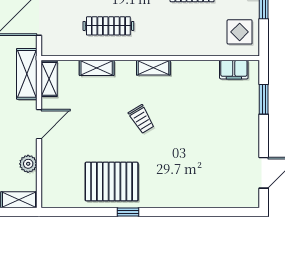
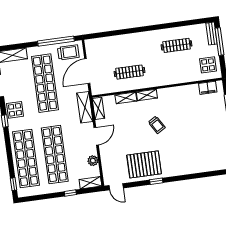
shelving: (153, 68) -> (147, 95), moved
door: (61, 212) -> (116, 187), added

